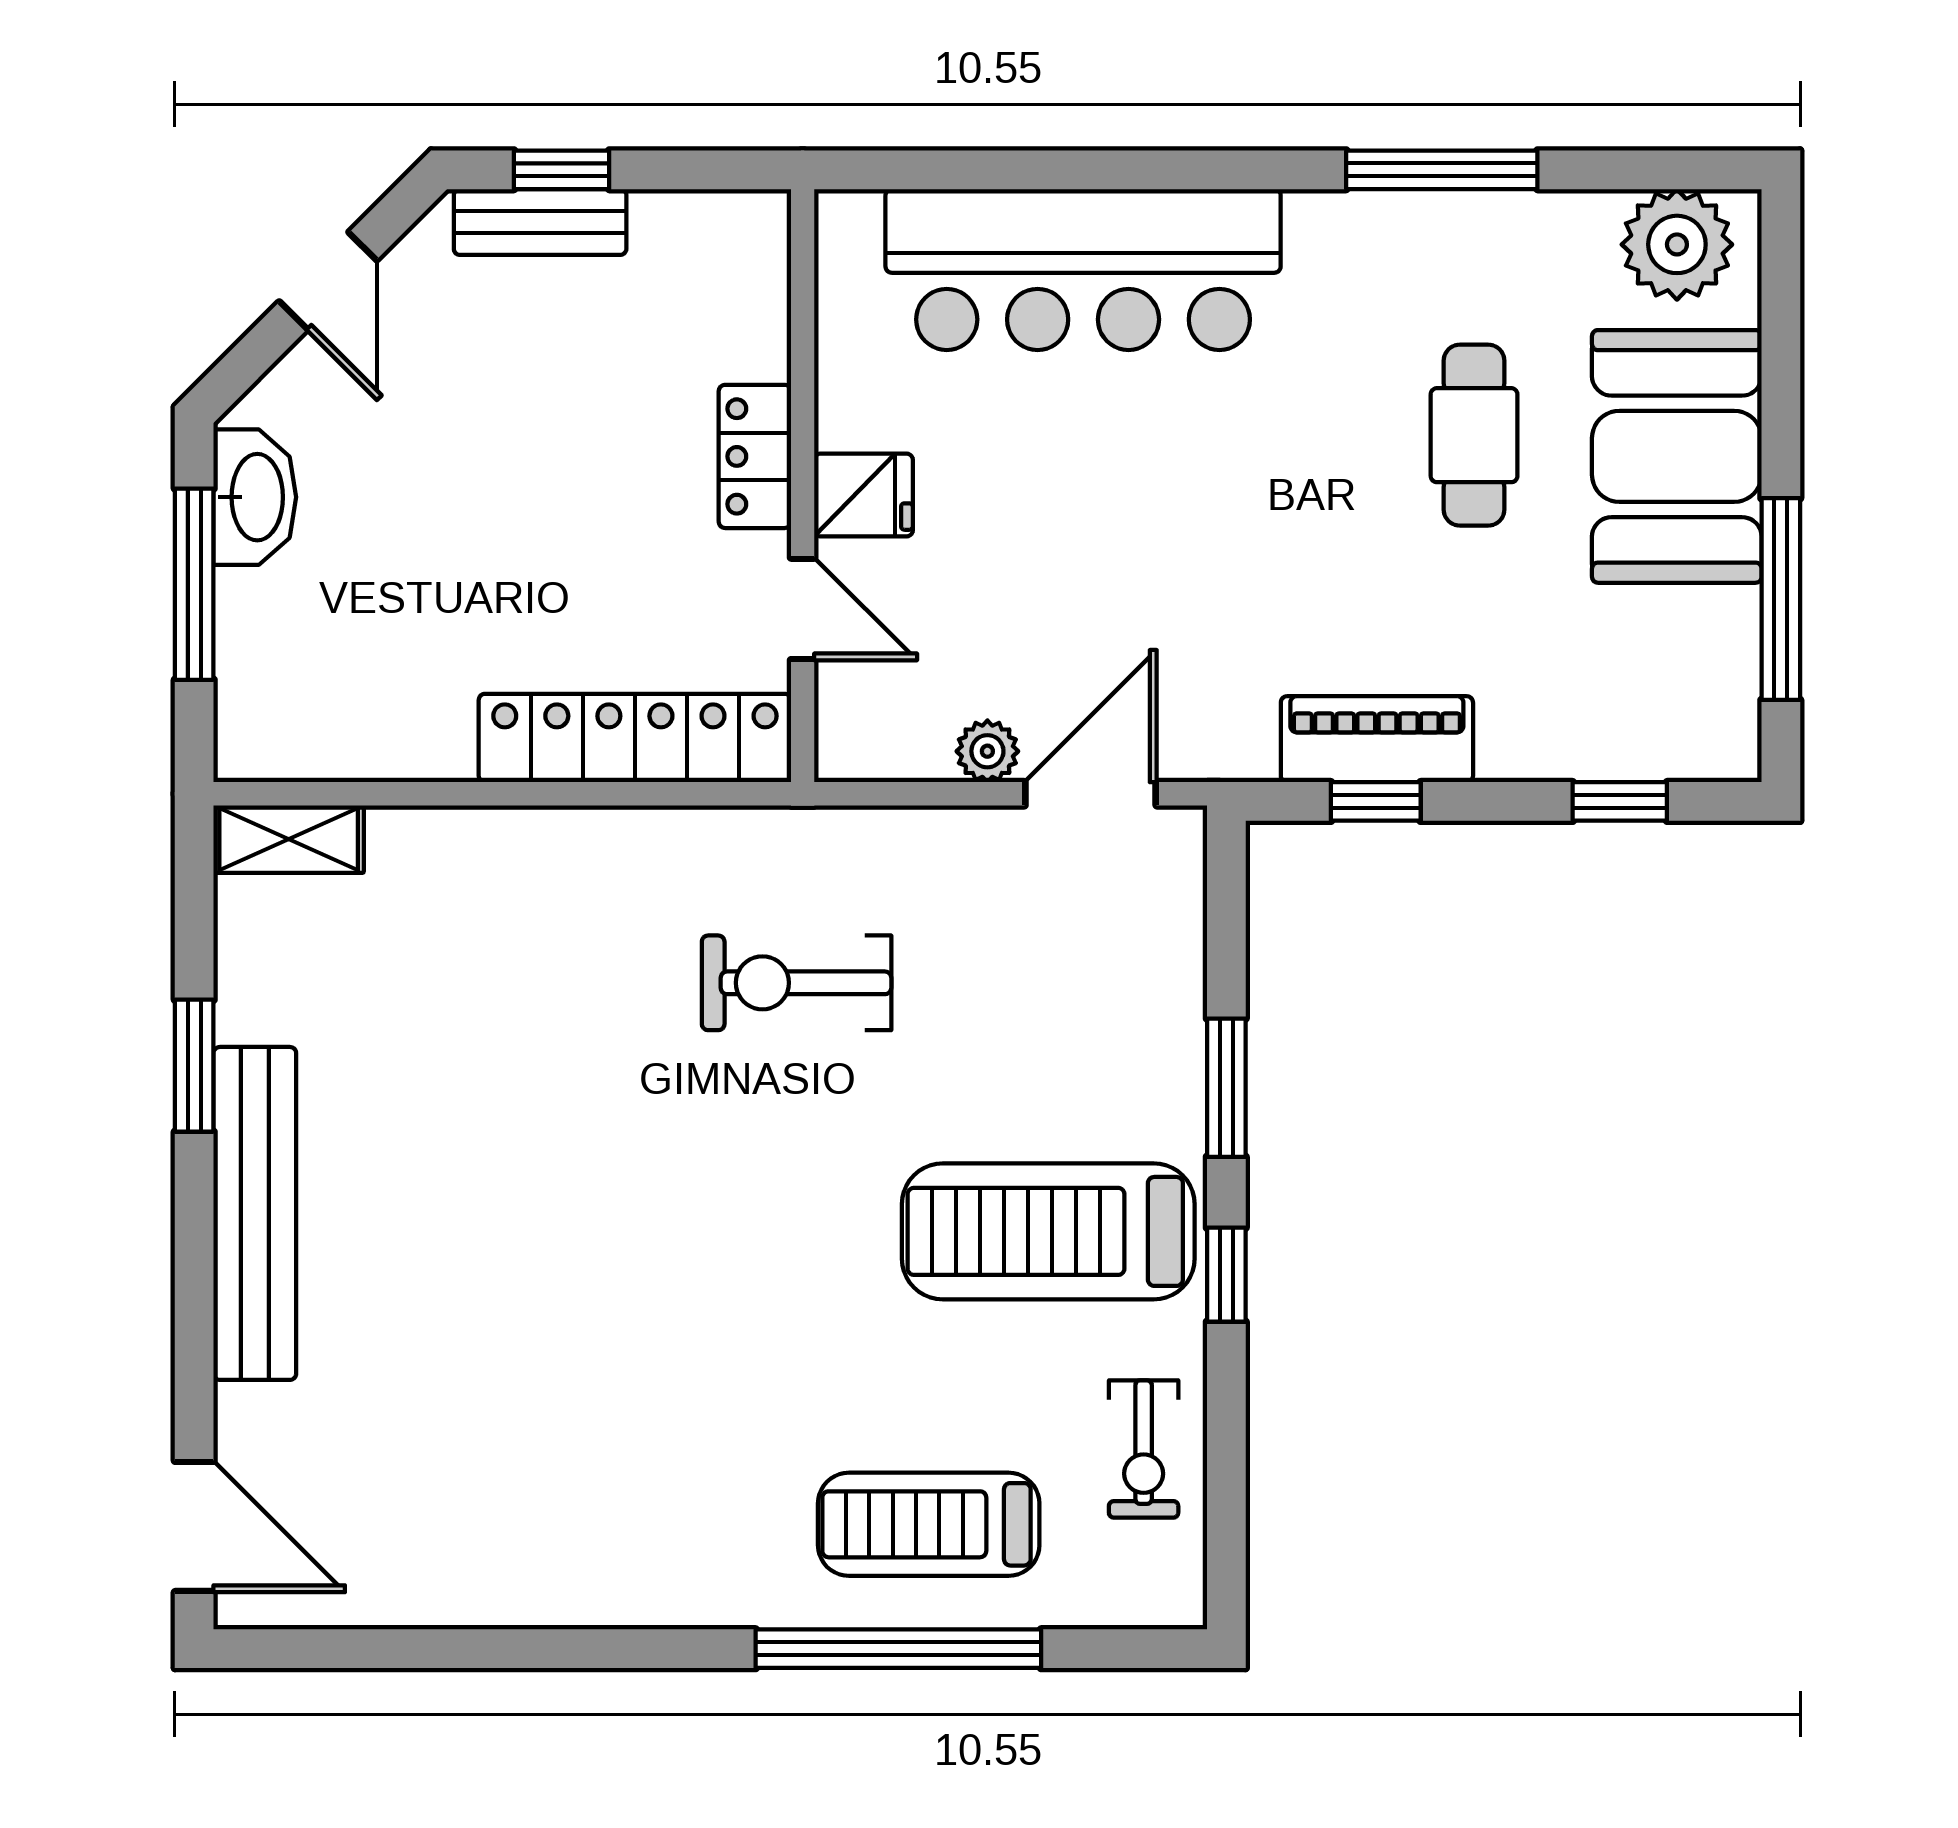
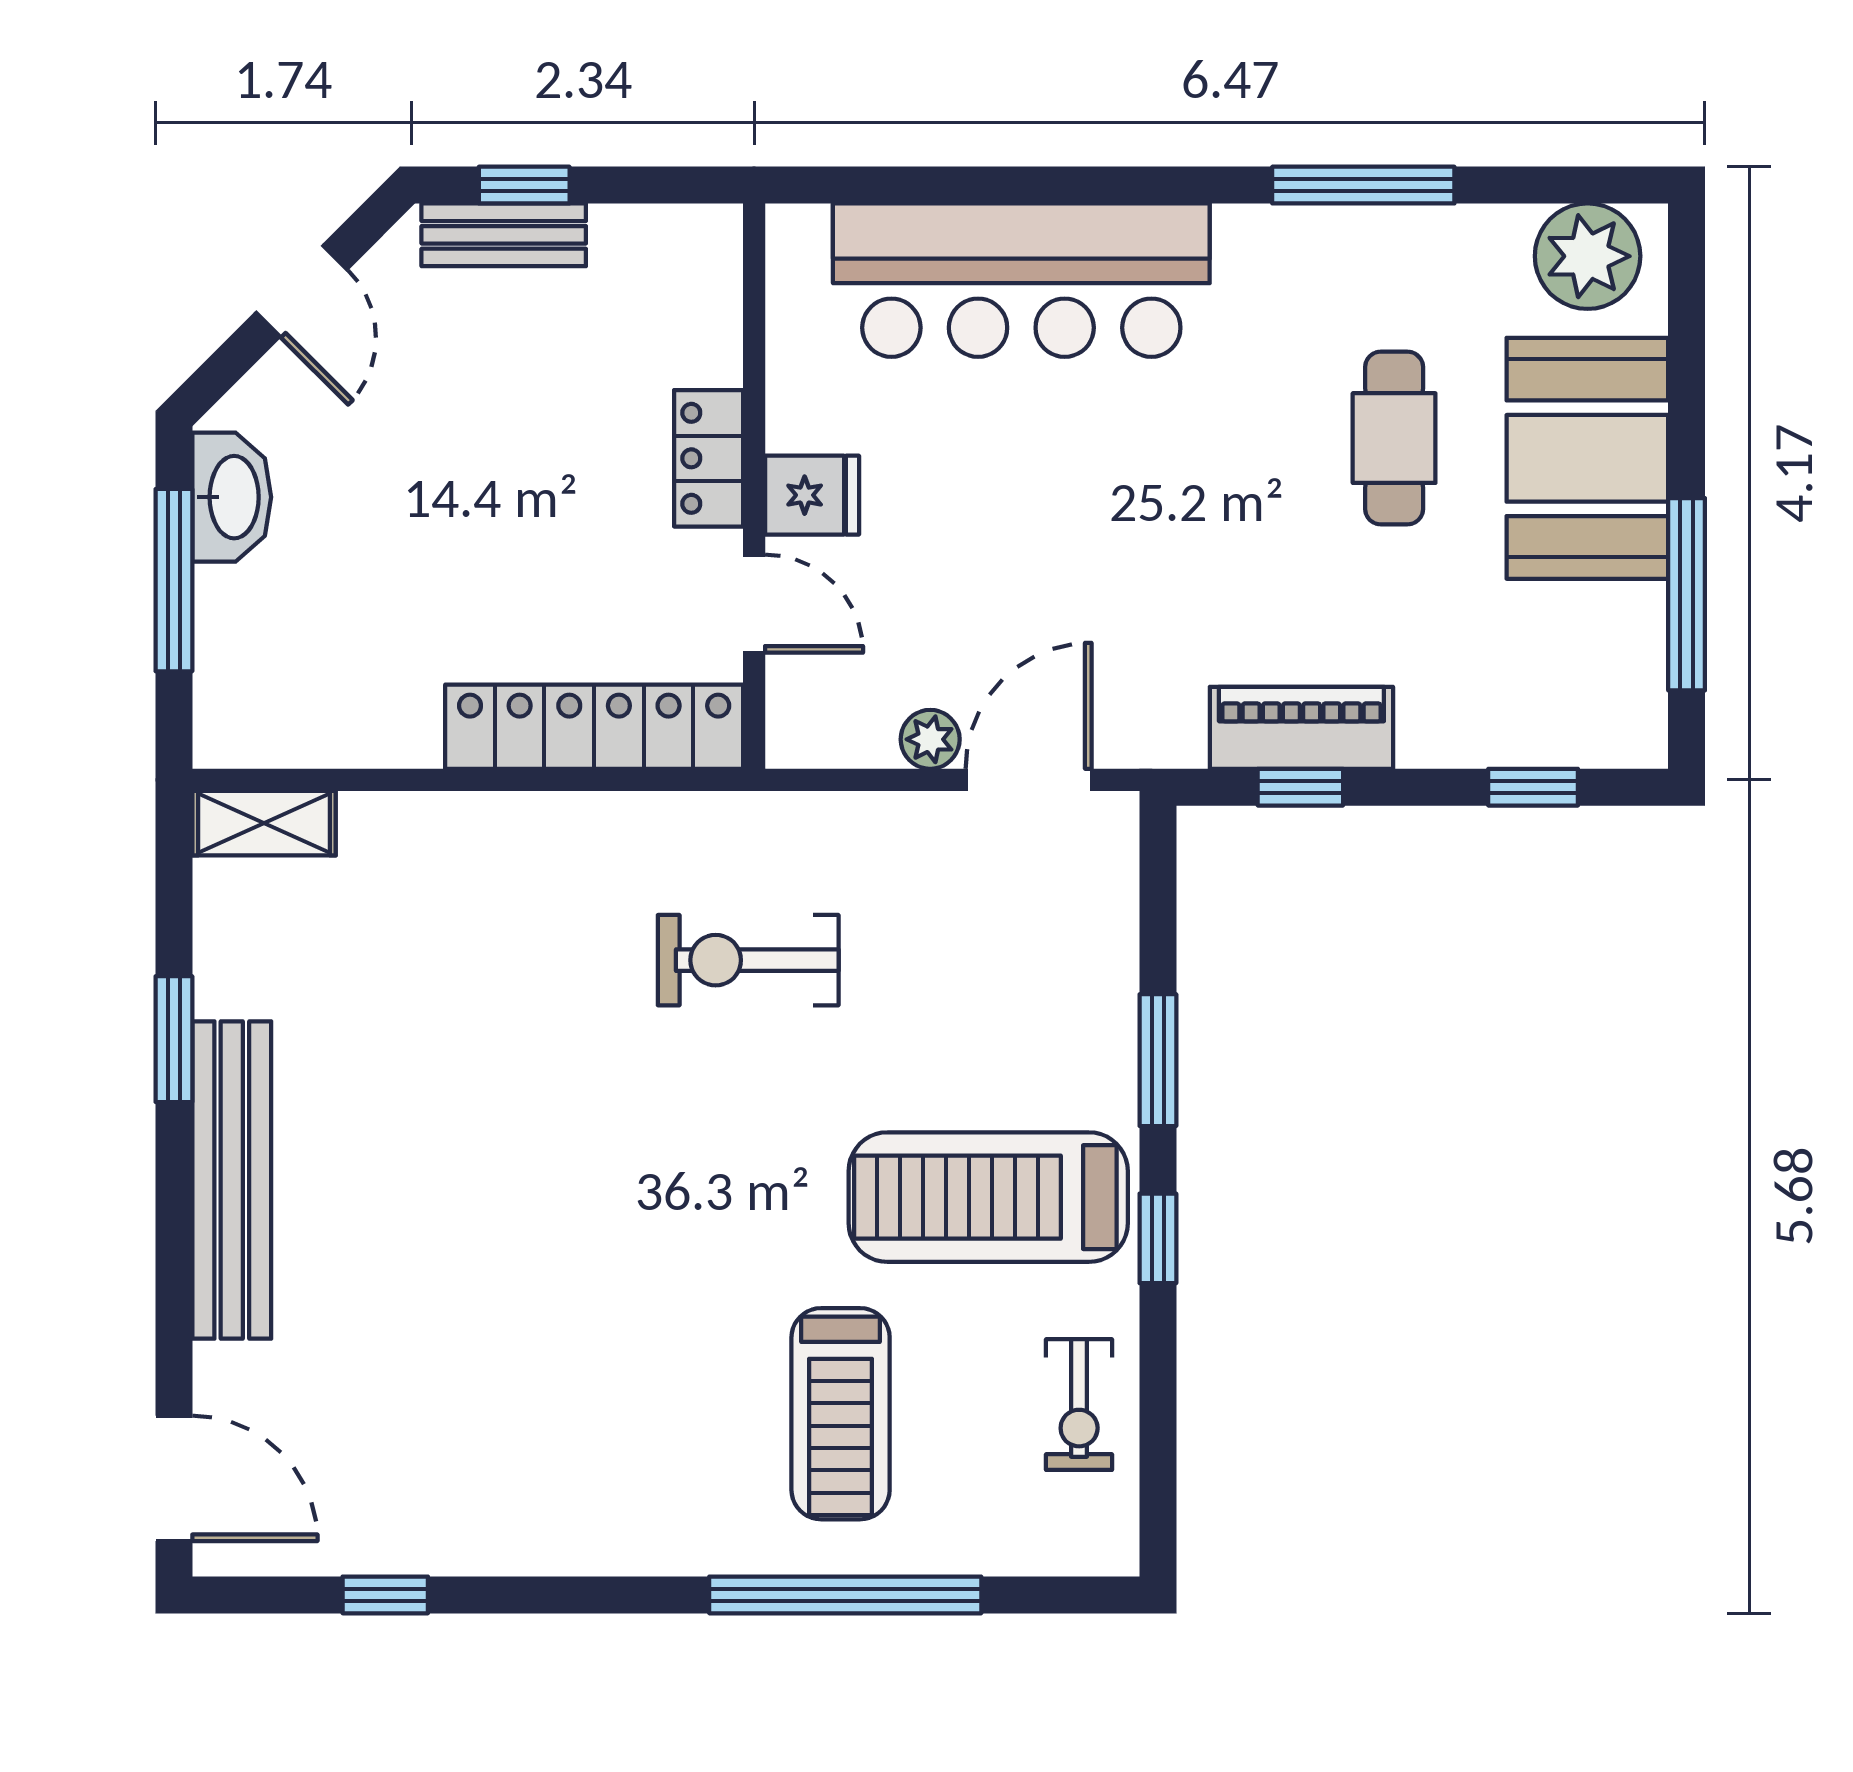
treadmill: (929, 1524) -> (841, 1414), moved, turned -90
window: (416, 1649) -> (385, 1595), added

